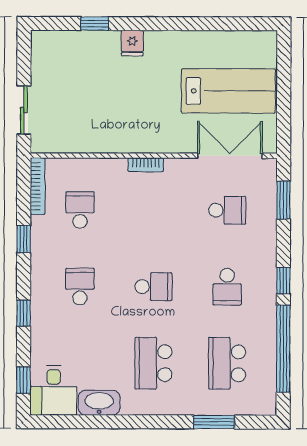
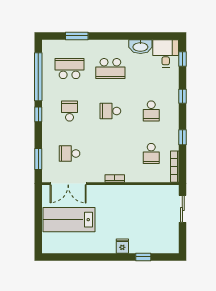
school desk: (153, 363) -> (110, 69), turned 90
school desk: (227, 363) -> (69, 69), turned -90

